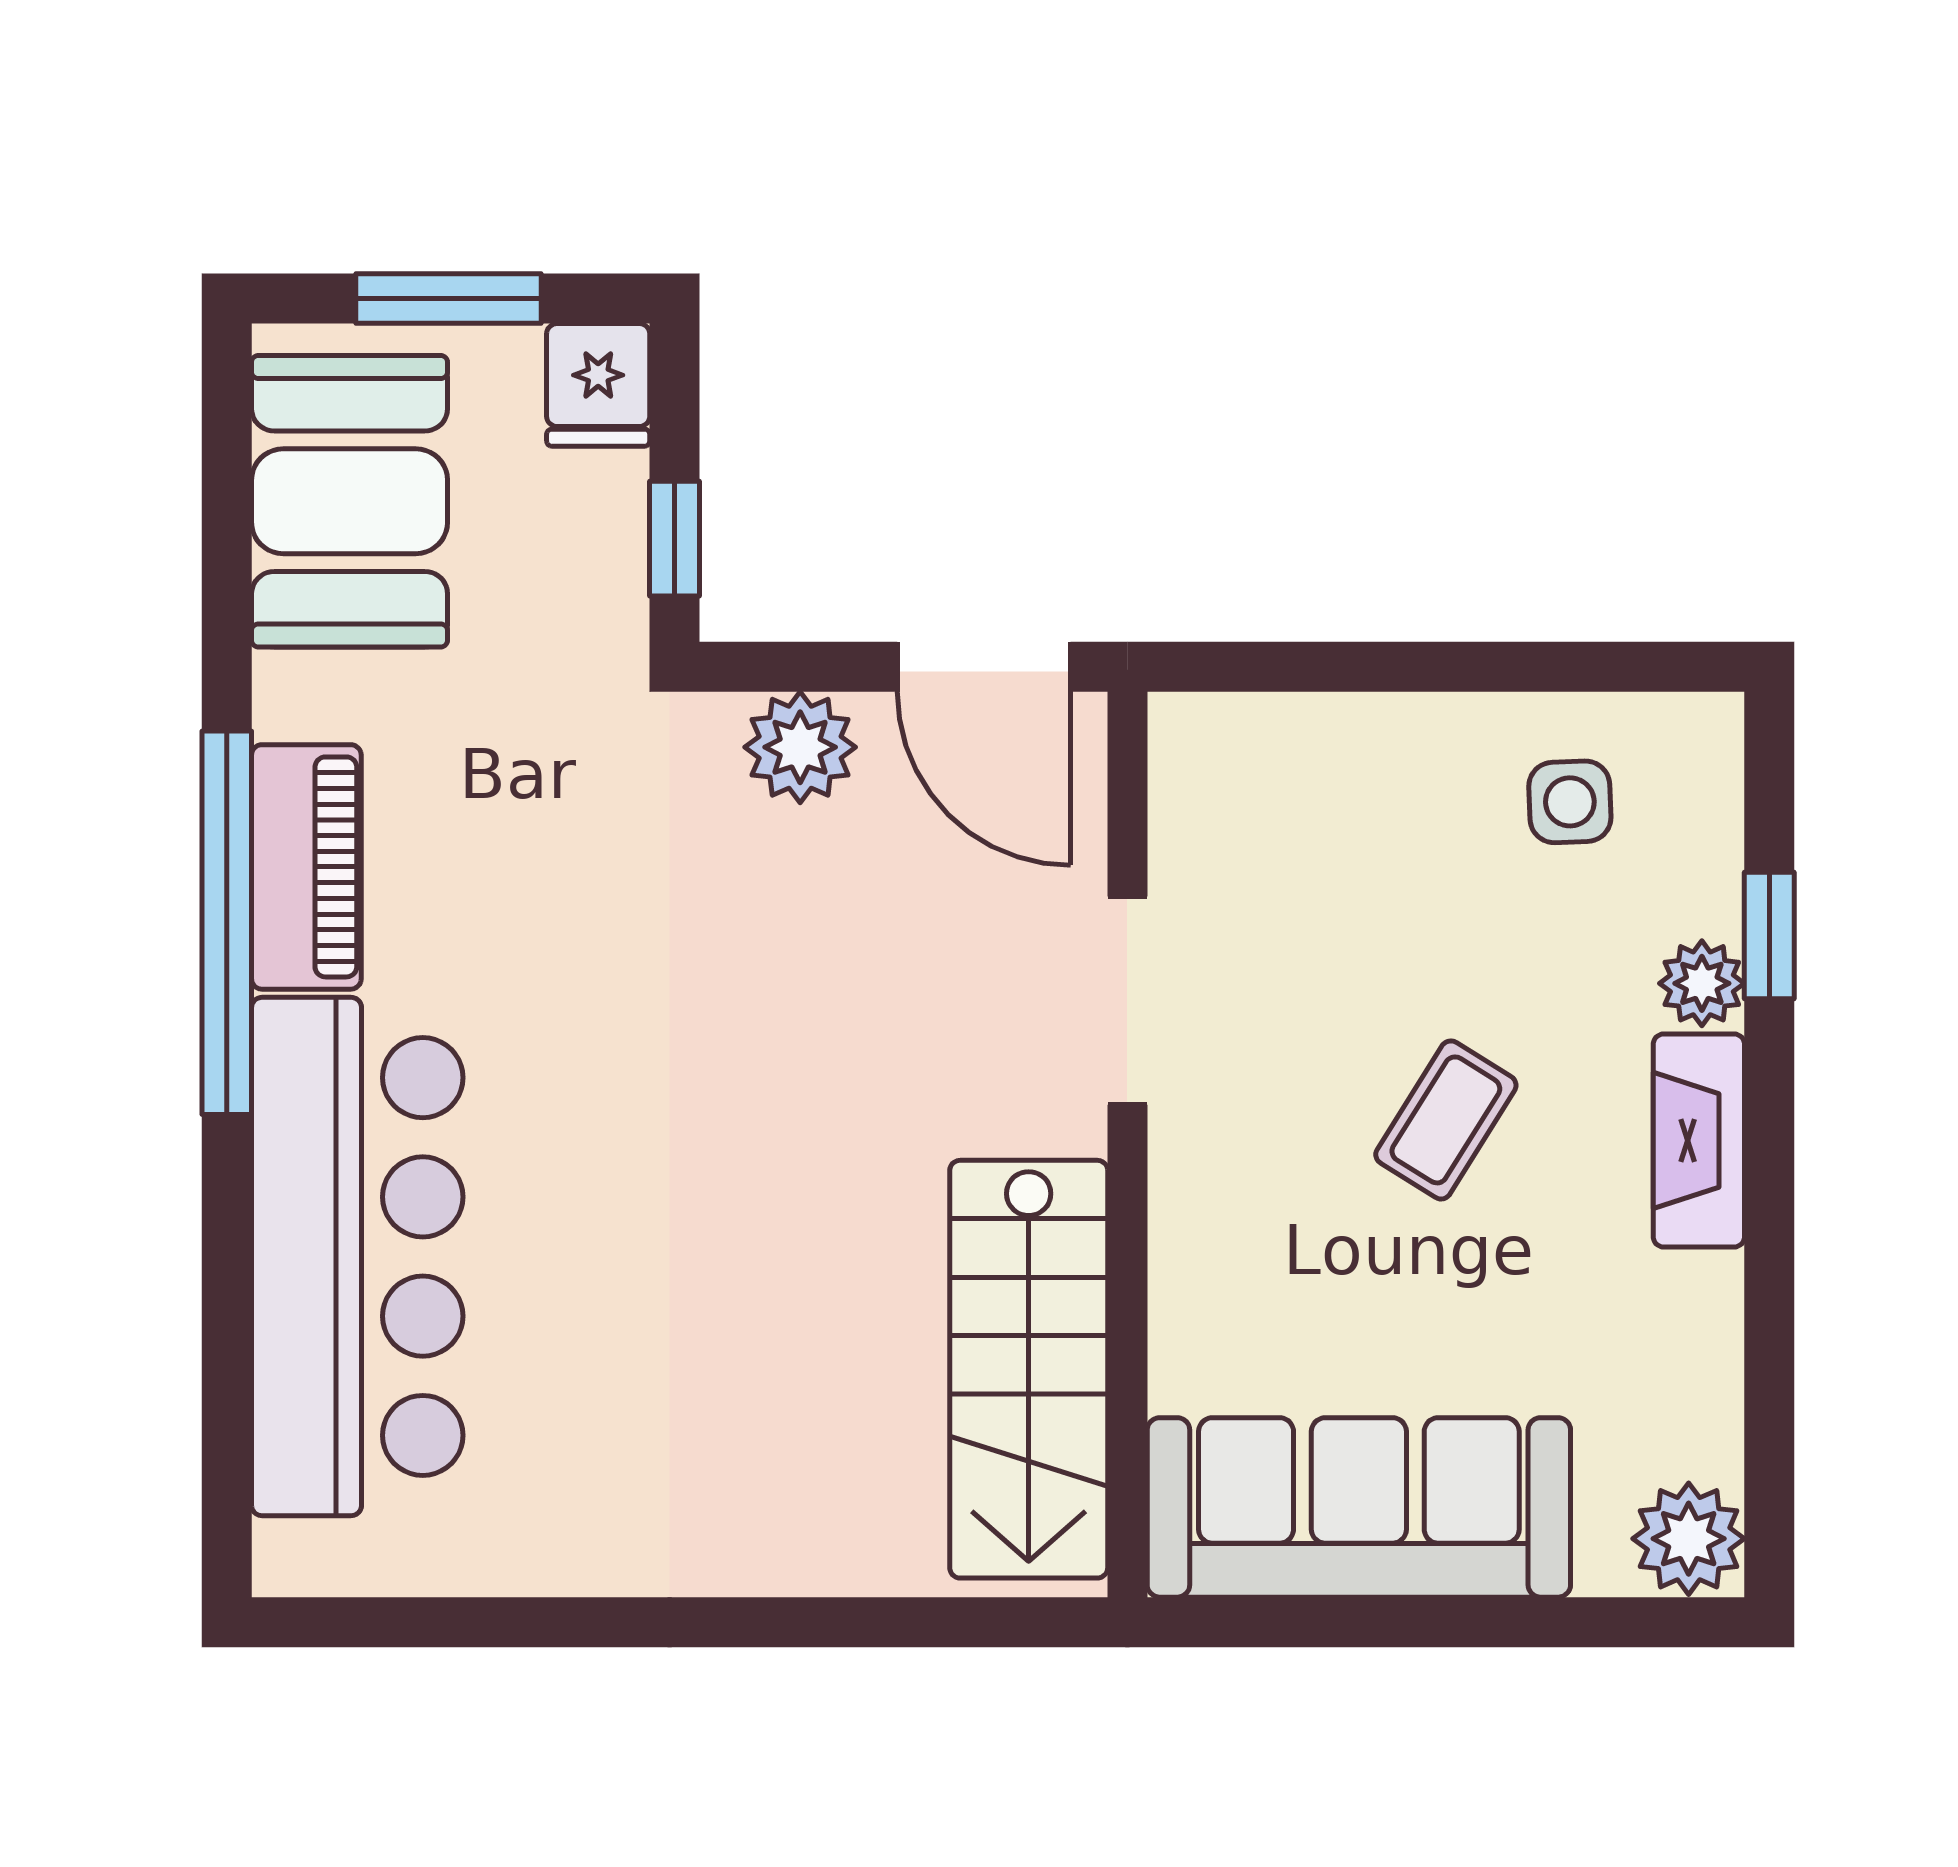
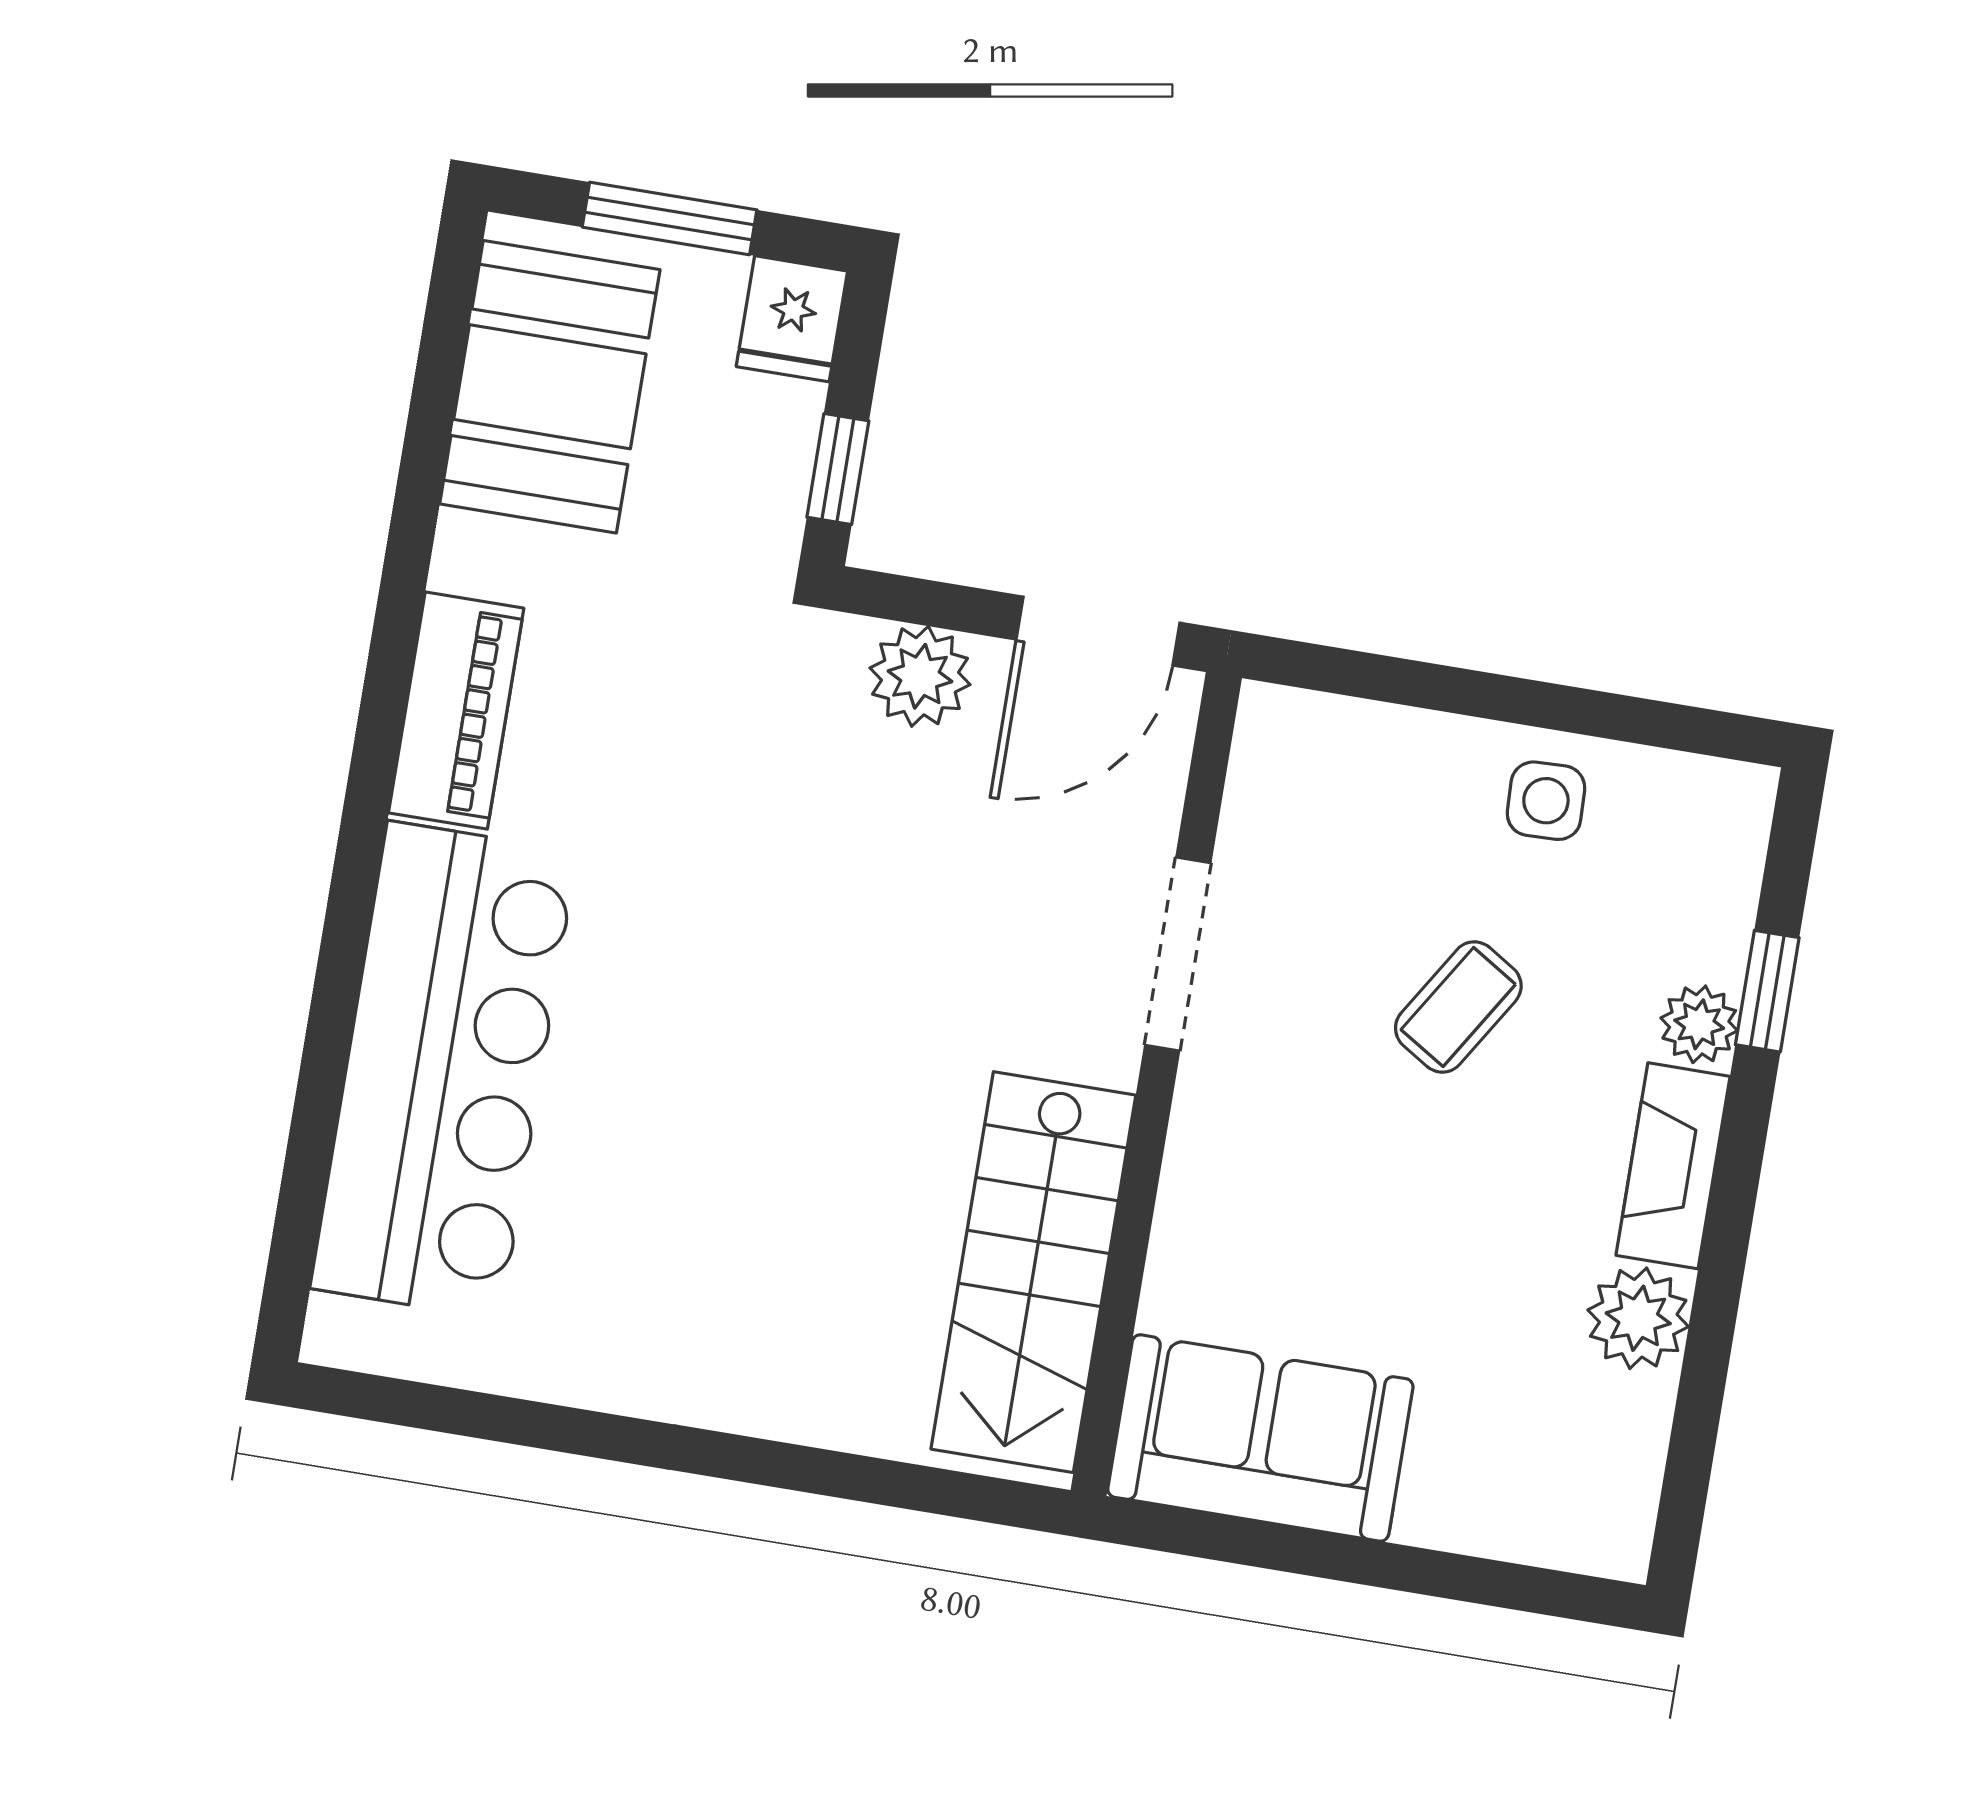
door: (984, 667) -> (1098, 631), hinge flipped
side table: (1570, 802) -> (1546, 801), moved
window: (227, 923) -> (376, 749), removed
coffee table: (1446, 1120) -> (1458, 1007), moved
sofa: (1359, 1507) -> (1260, 1438), width x0.73
plant: (1689, 1539) -> (1638, 1318), moved

